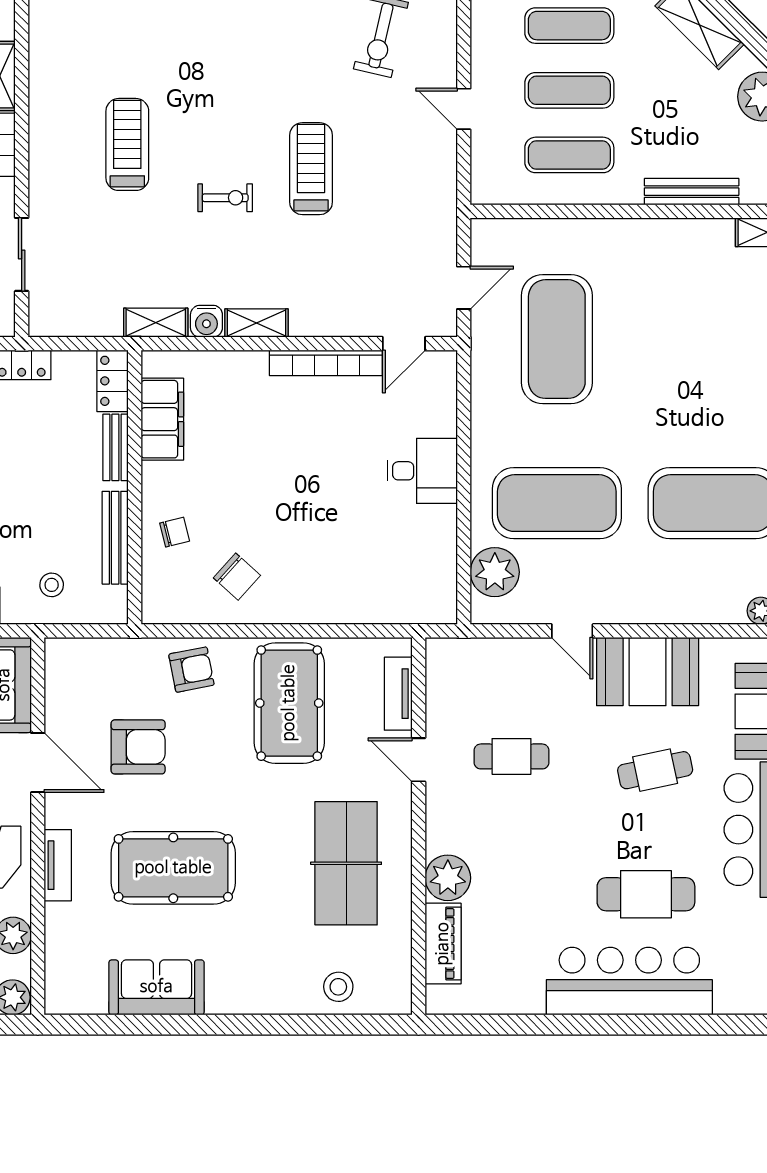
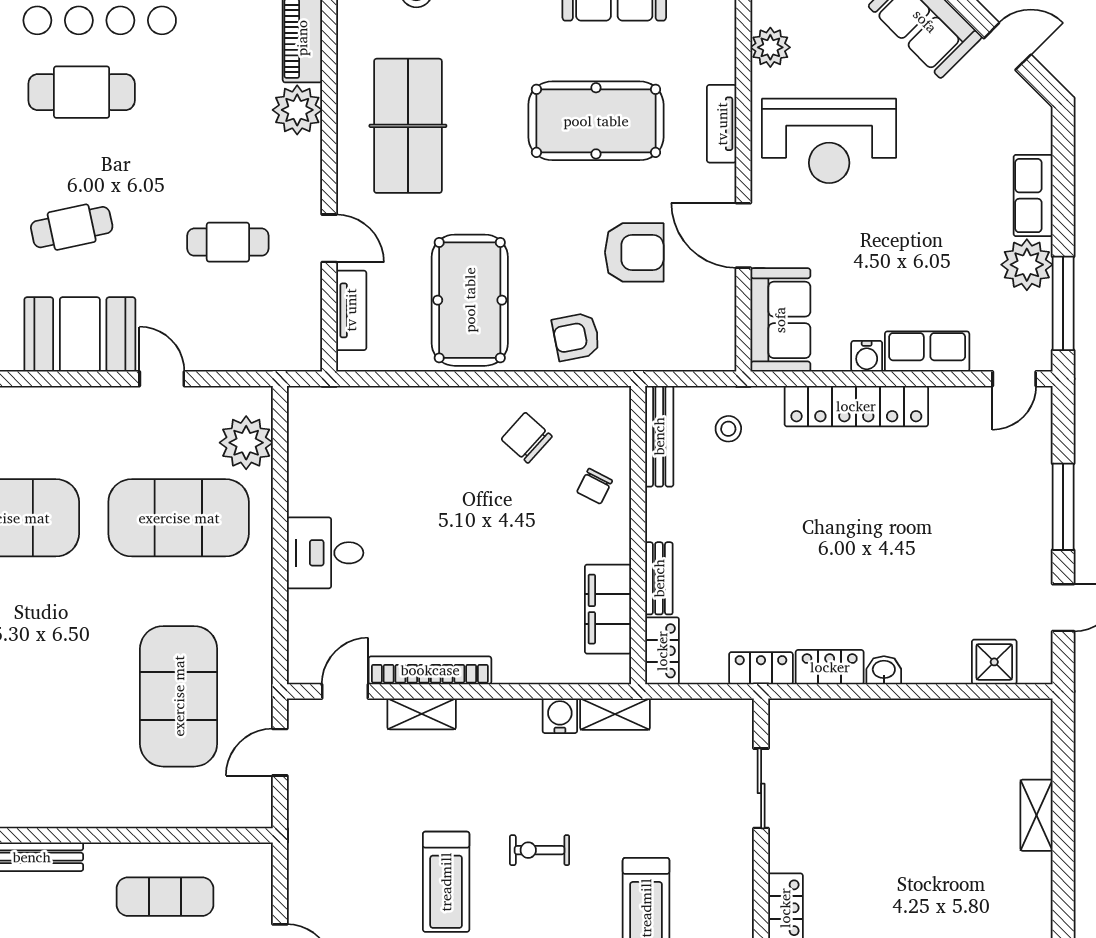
shelving: (257, 323) -> (422, 714), moved
chair: (175, 532) -> (595, 486), turned -49
bench: (115, 538) -> (659, 436), moved
armchair: (138, 747) -> (634, 252), turned 180

